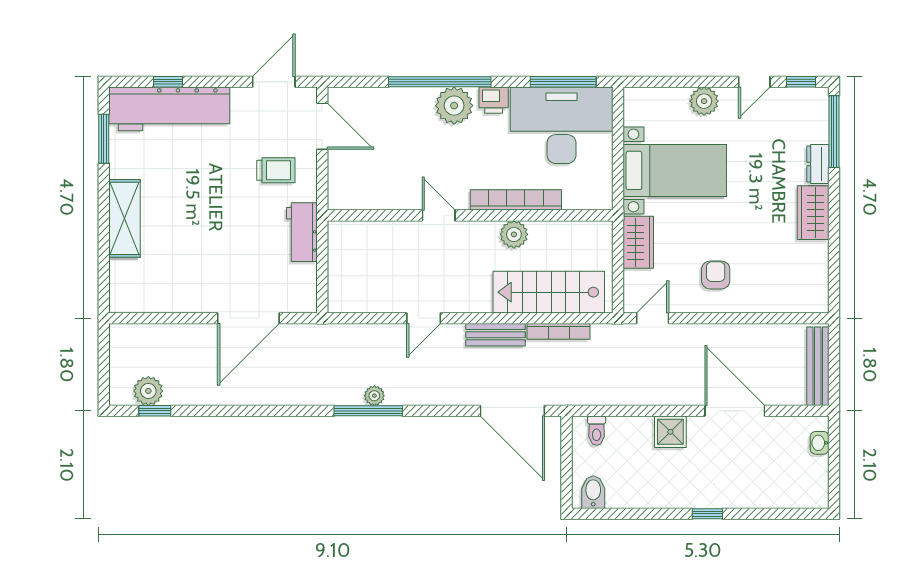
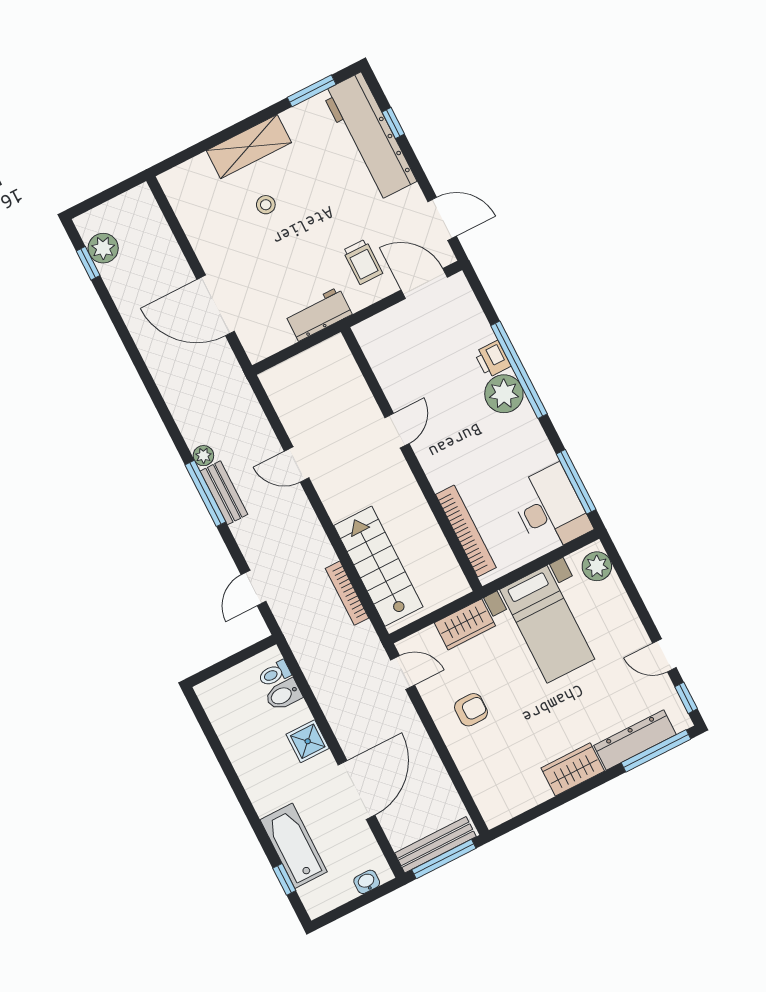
printer: (494, 100) -> (493, 359), moved
plant: (704, 101) -> (597, 566), moved
desk: (562, 125) -> (550, 509), width x0.73, depth x0.77
door: (322, 126) -> (424, 284), swing flipped
dresser: (818, 164) -> (635, 740), width x1.96, depth x1.24
bookcase: (516, 200) -> (466, 531), moved
stool: (183, 229) -> (266, 205), added
plant: (514, 234) -> (415, 508), removed
bench: (495, 335) -> (224, 493), moved
window: (834, 365) -> (444, 859), added
window: (368, 411) -> (205, 493), moved
door: (512, 411) -> (254, 588), width x0.53
bathtub: (756, 491) -> (294, 846), added
bidet: (593, 492) -> (283, 695), moved, turned 180
window: (707, 514) -> (284, 879), moved

